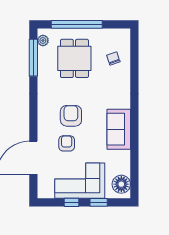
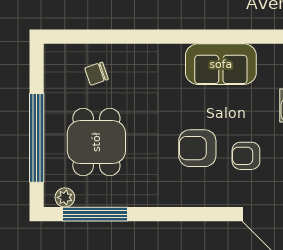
dining table: (74, 58) -> (96, 142), turned 90

